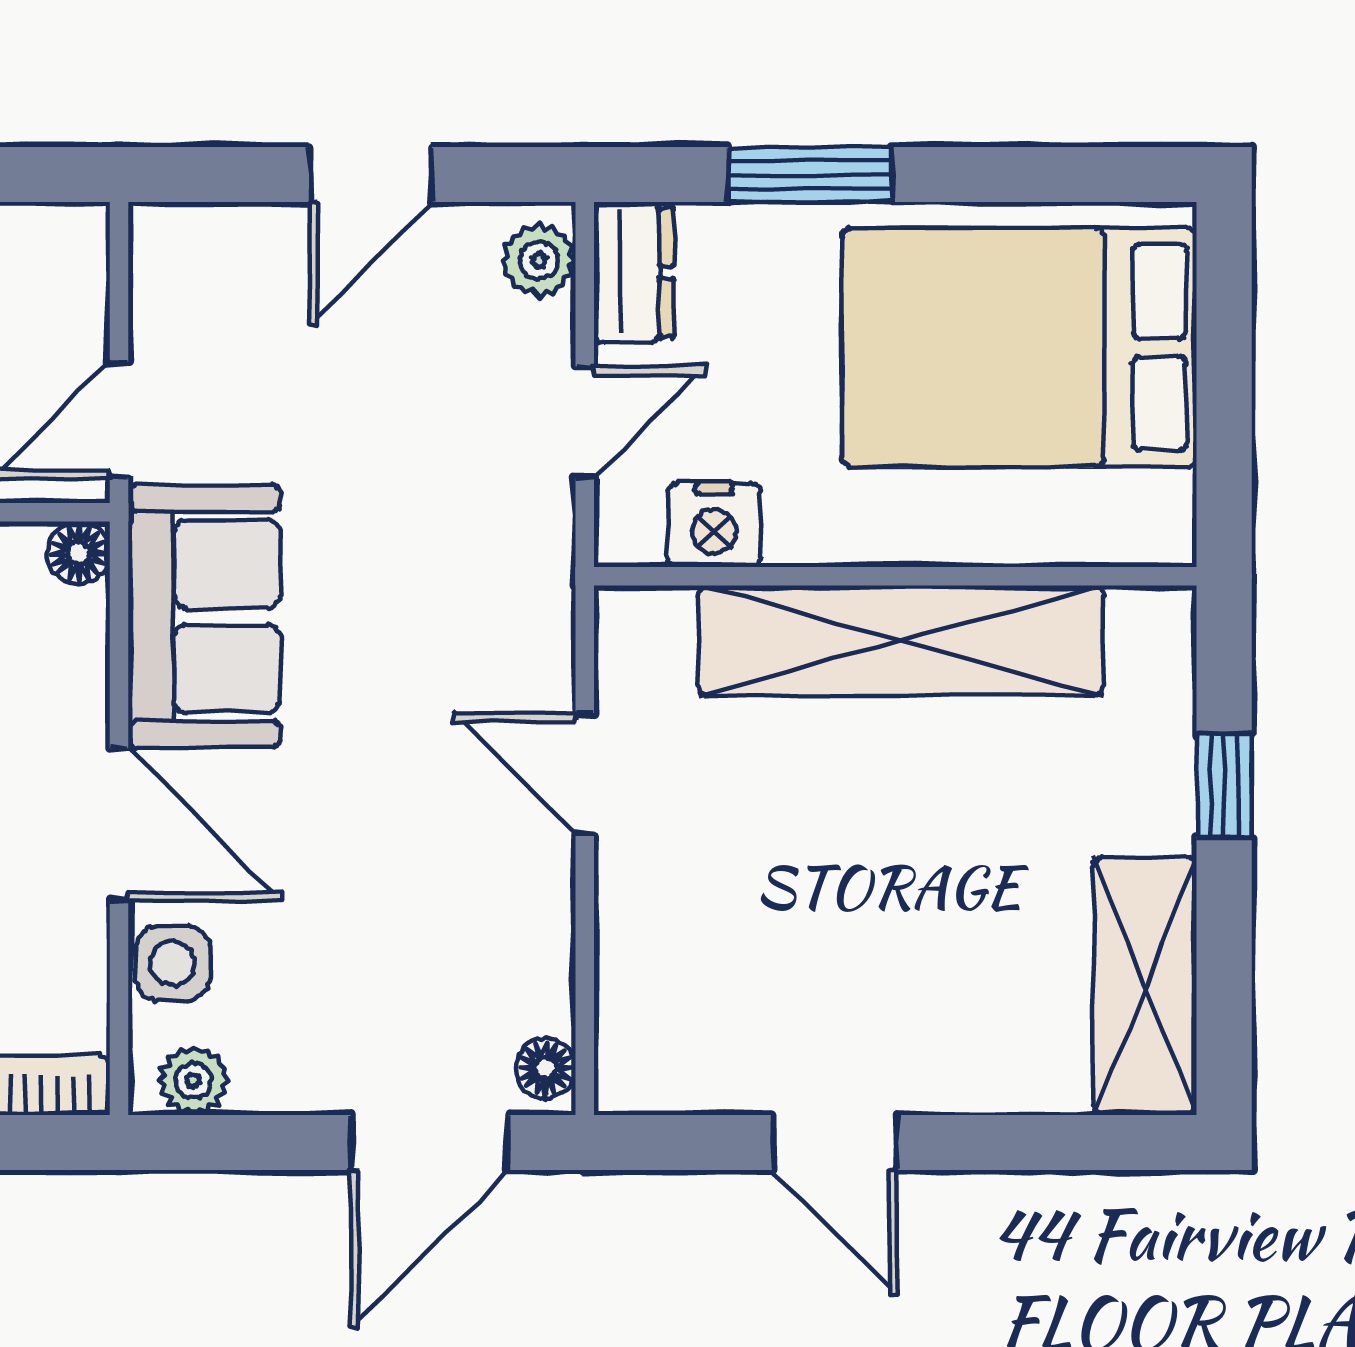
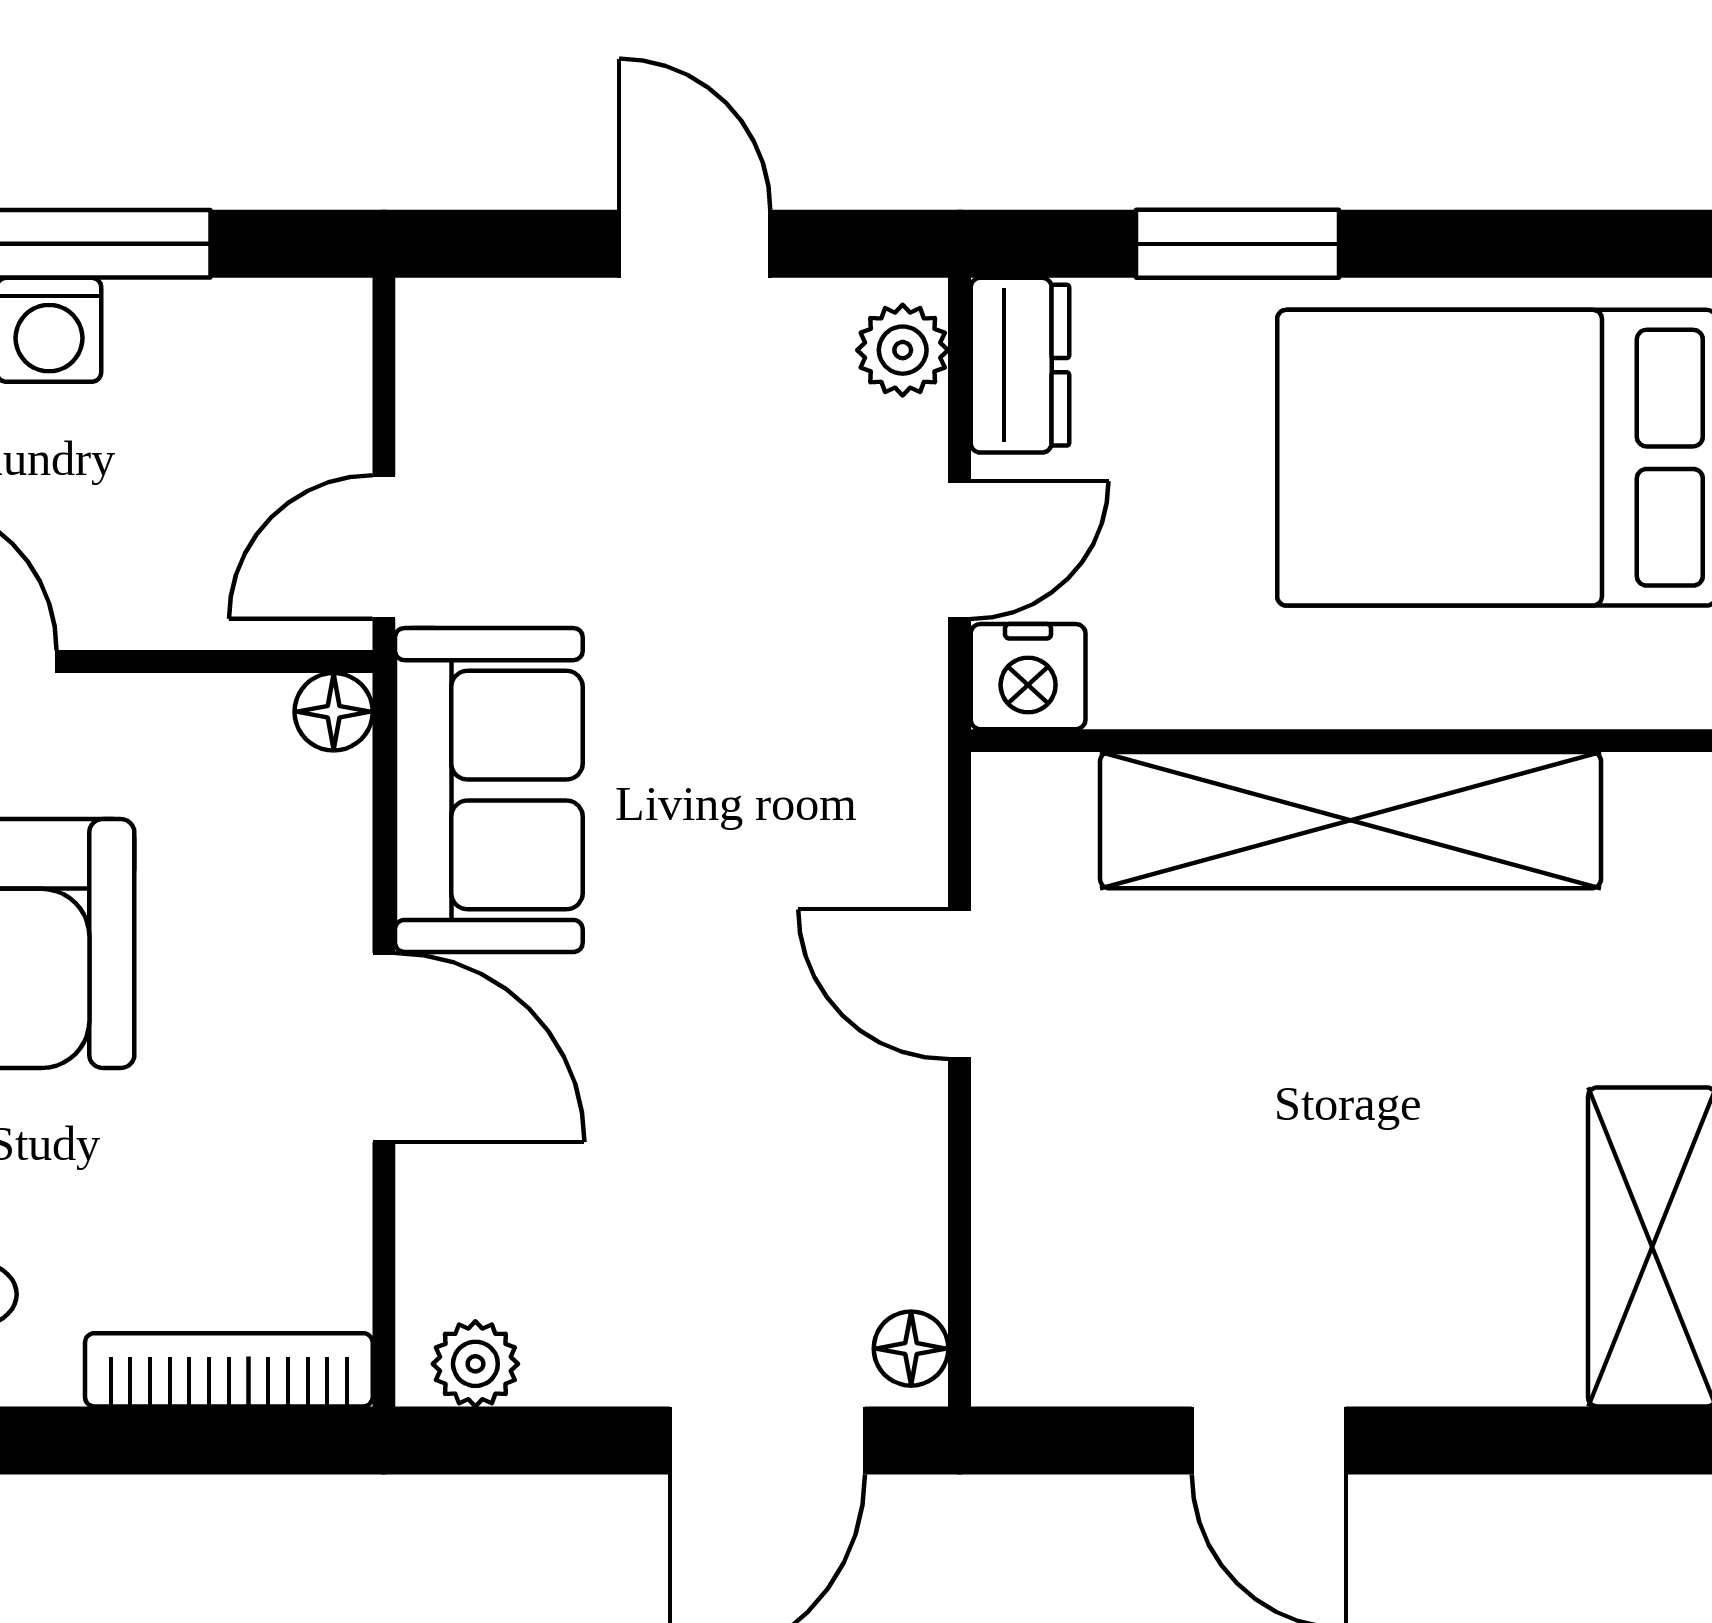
door: (371, 174) -> (695, 244), swing flipped
nightstand: (714, 525) -> (1028, 677), moved
side table: (173, 963) -> (450, 1219), removed

